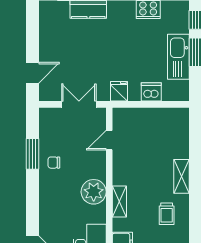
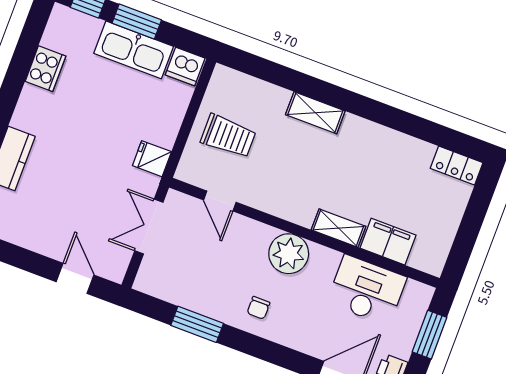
dishwasher: (151, 92) -> (185, 67), moved, turned -90
chair: (54, 163) -> (258, 308), moved
shelving: (119, 201) -> (338, 228), moved
trolley: (167, 214) -> (228, 136), moved, width x1.36, depth x1.39

